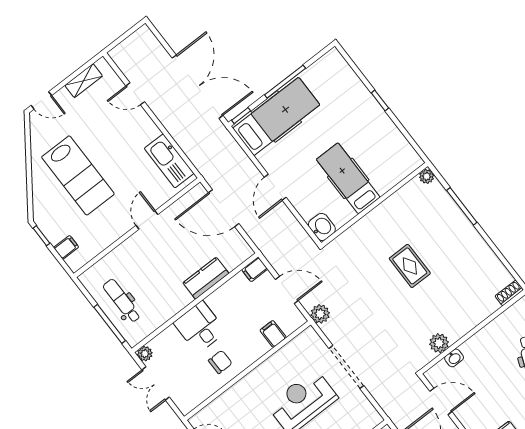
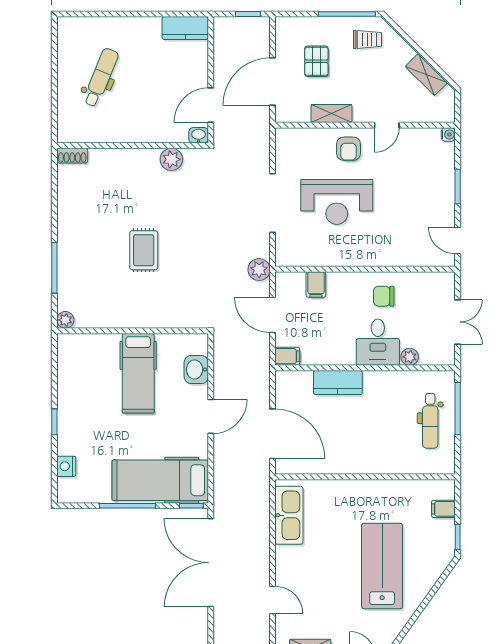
nightstand: (348, 76) -> (66, 466), added
door: (147, 220) -> (350, 477), removed
washbasin: (322, 227) -> (196, 370), moved
plant: (145, 354) -> (410, 357), moved
washbasin: (454, 358) -> (199, 135), moved
door: (441, 401) -> (211, 105), hinge flipped

